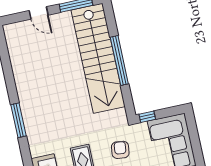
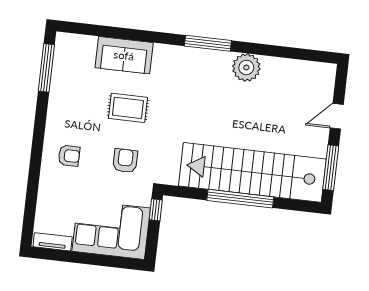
plant: (26, 88) -> (246, 67), added
armchair: (120, 150) -> (125, 161), turned -97

